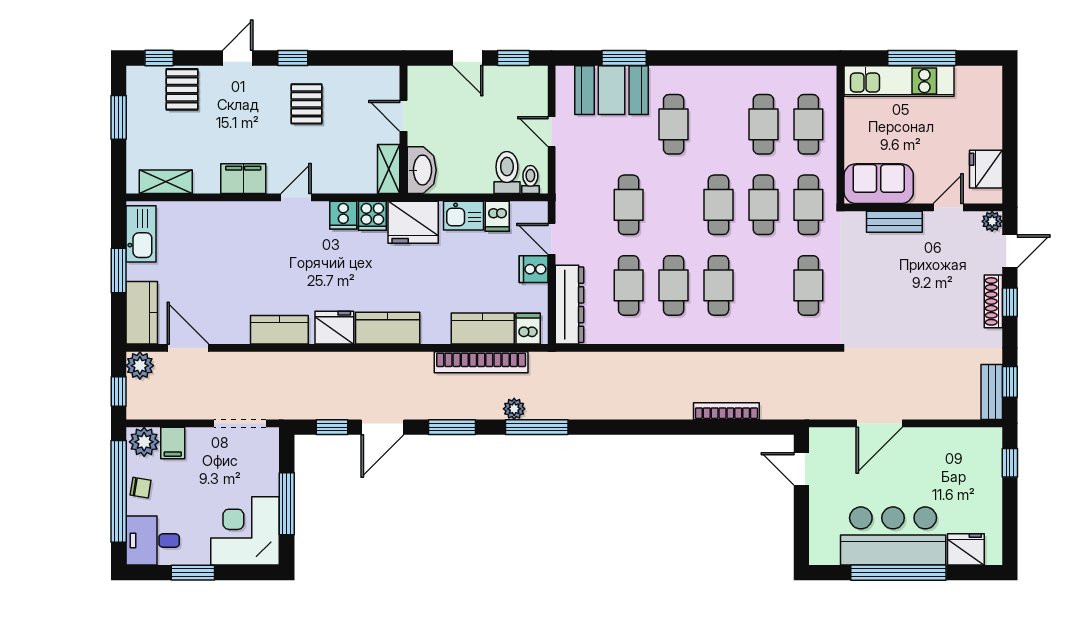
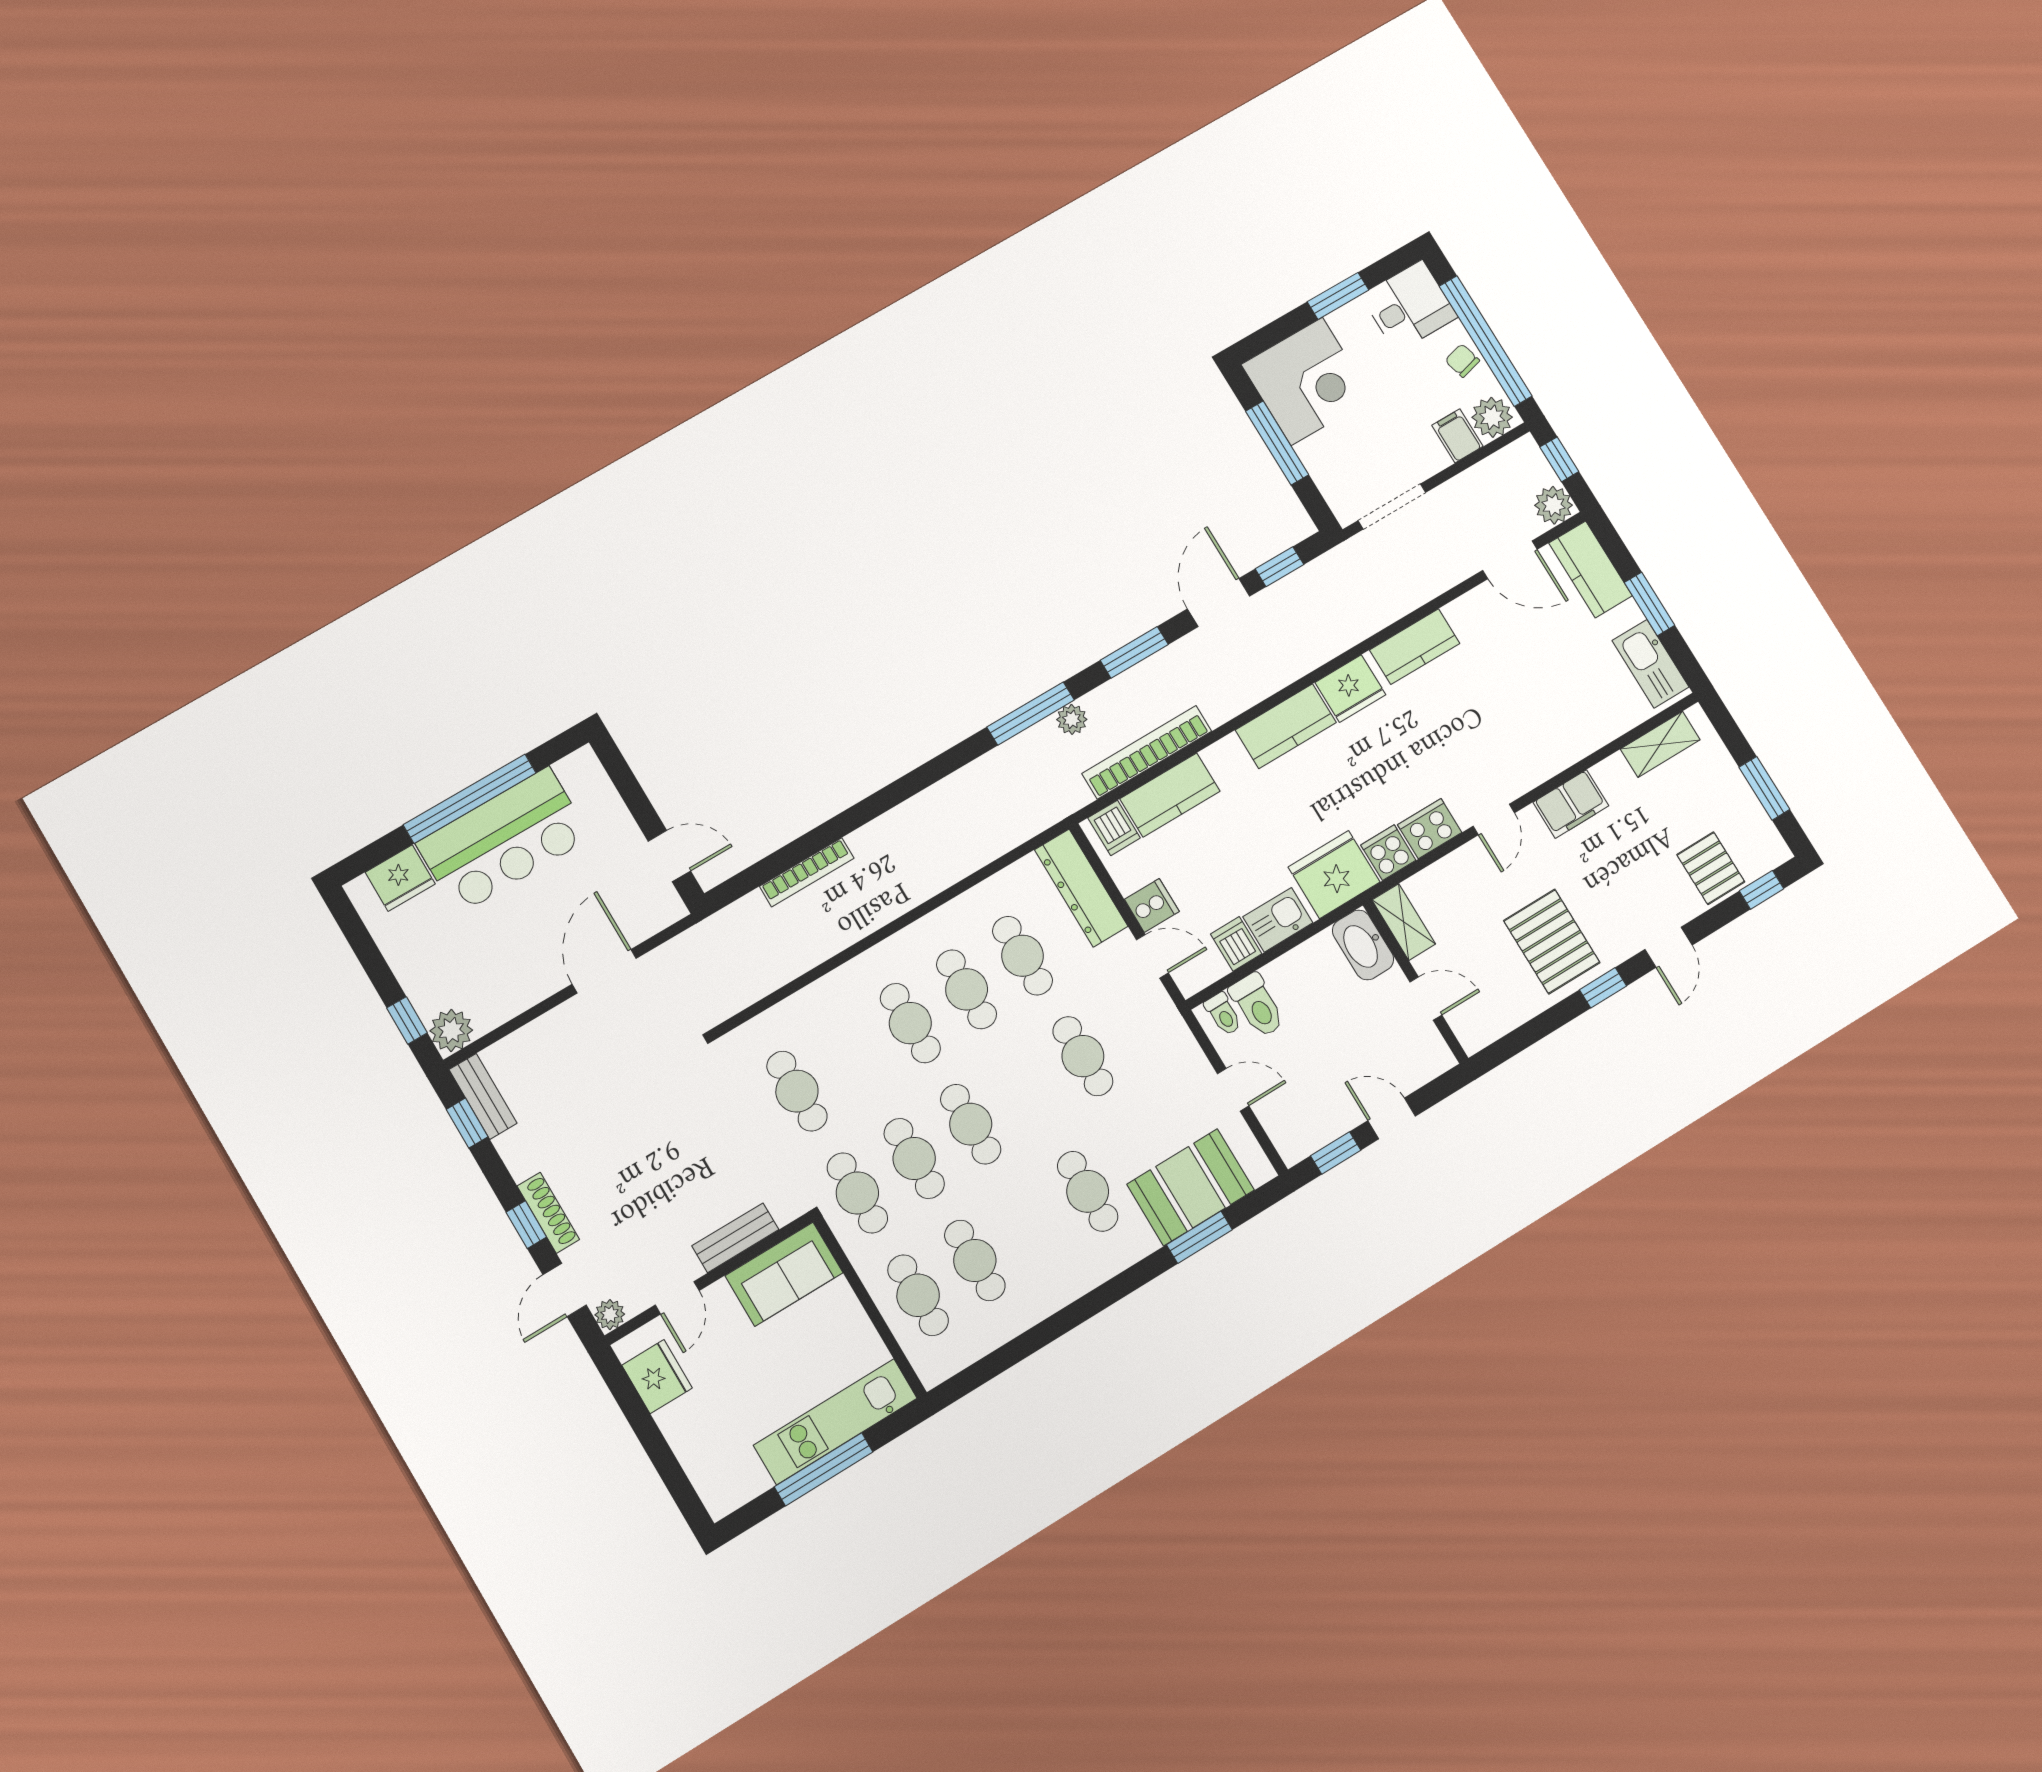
pallet: (307, 104) -> (1552, 942), width x1.50, depth x1.42
cooker: (343, 215) -> (1430, 829), width x1.36
plant: (988, 442) -> (451, 1030), added
chair: (141, 488) -> (1462, 361), turned 66

